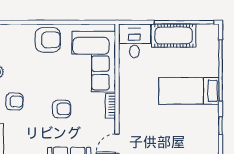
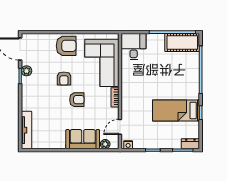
cot: (174, 36) -> (182, 43), moved
bed: (189, 91) -> (176, 110), moved
armchair: (14, 101) -> (64, 78), moved, turned 89

